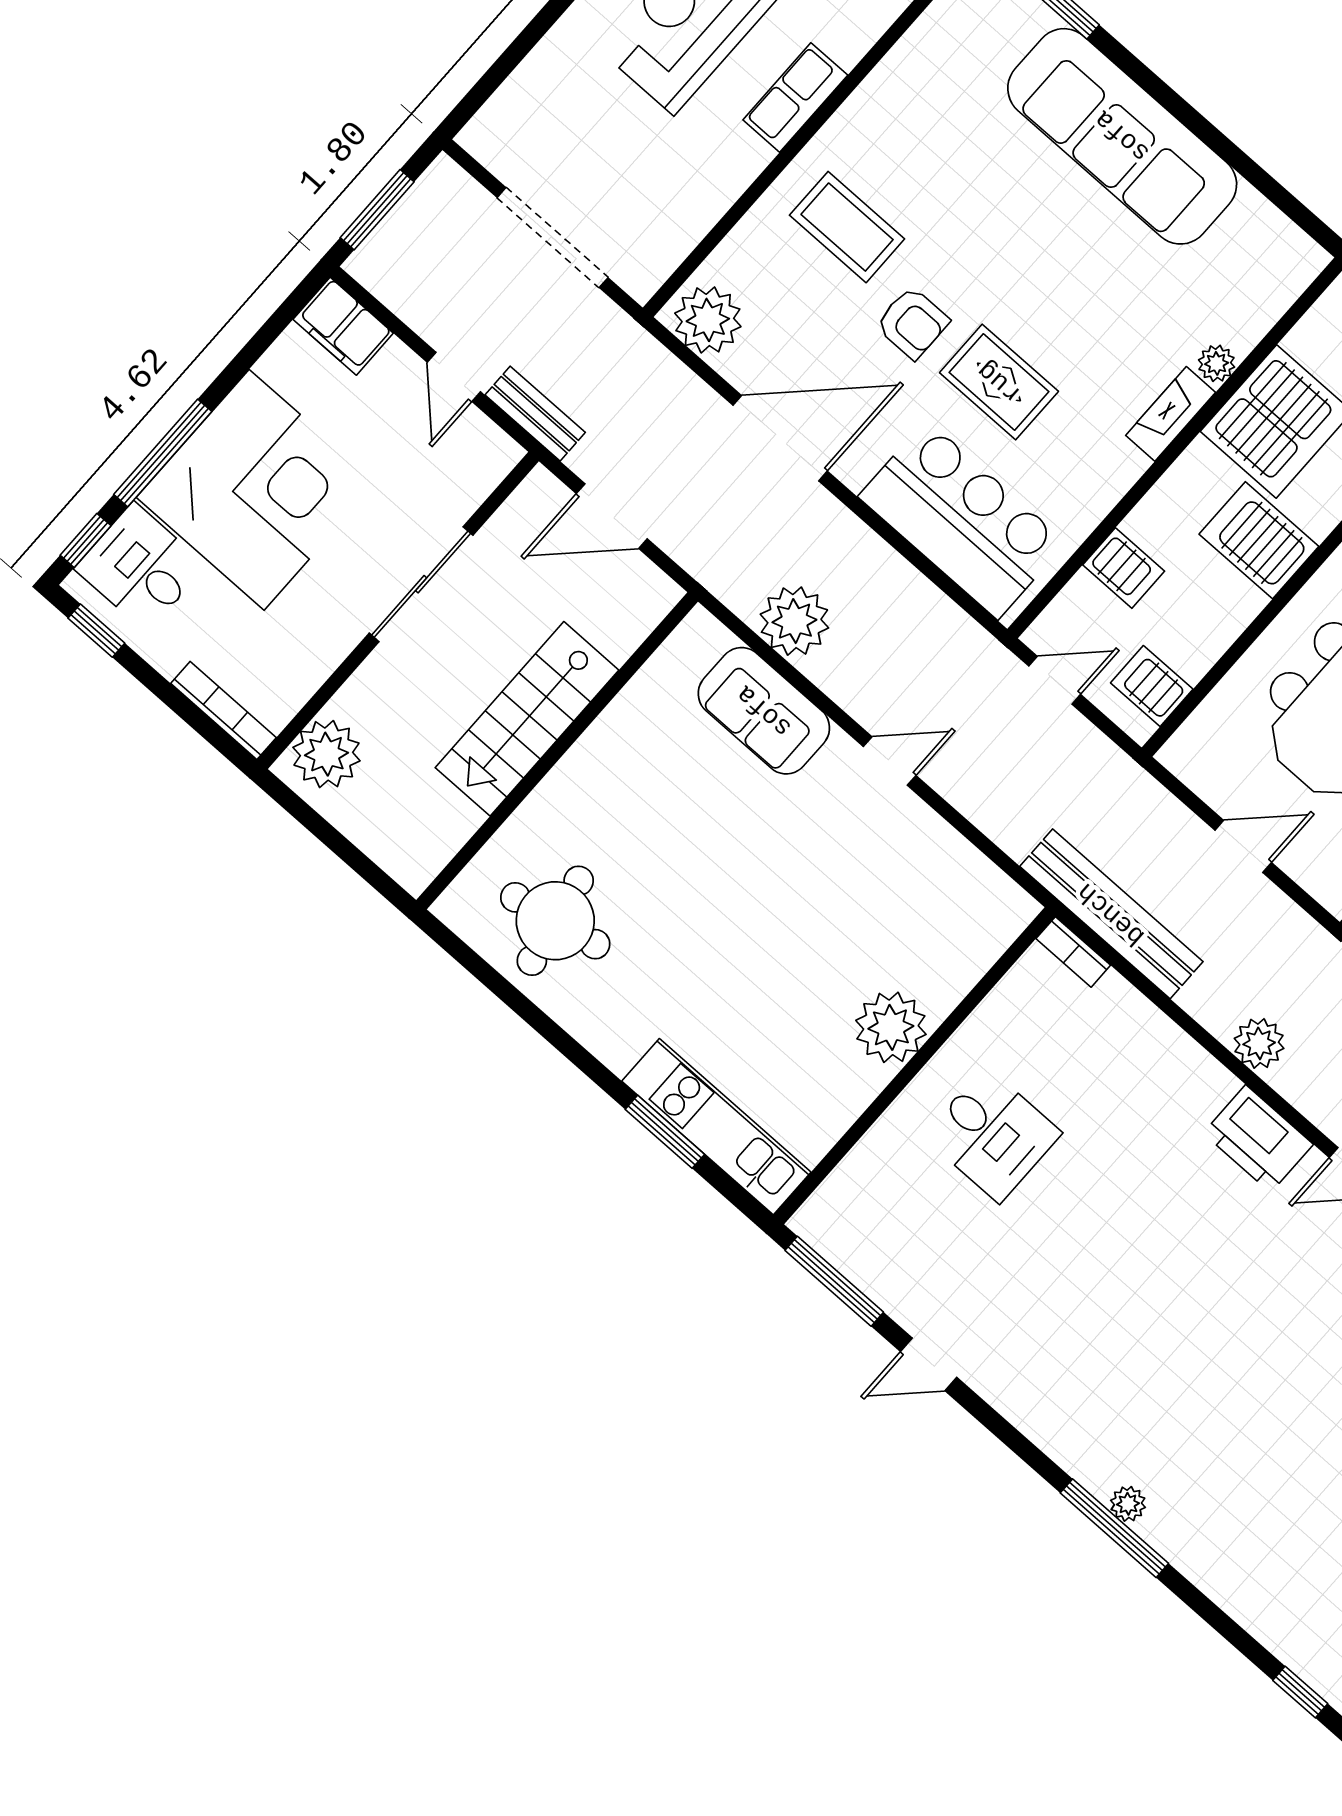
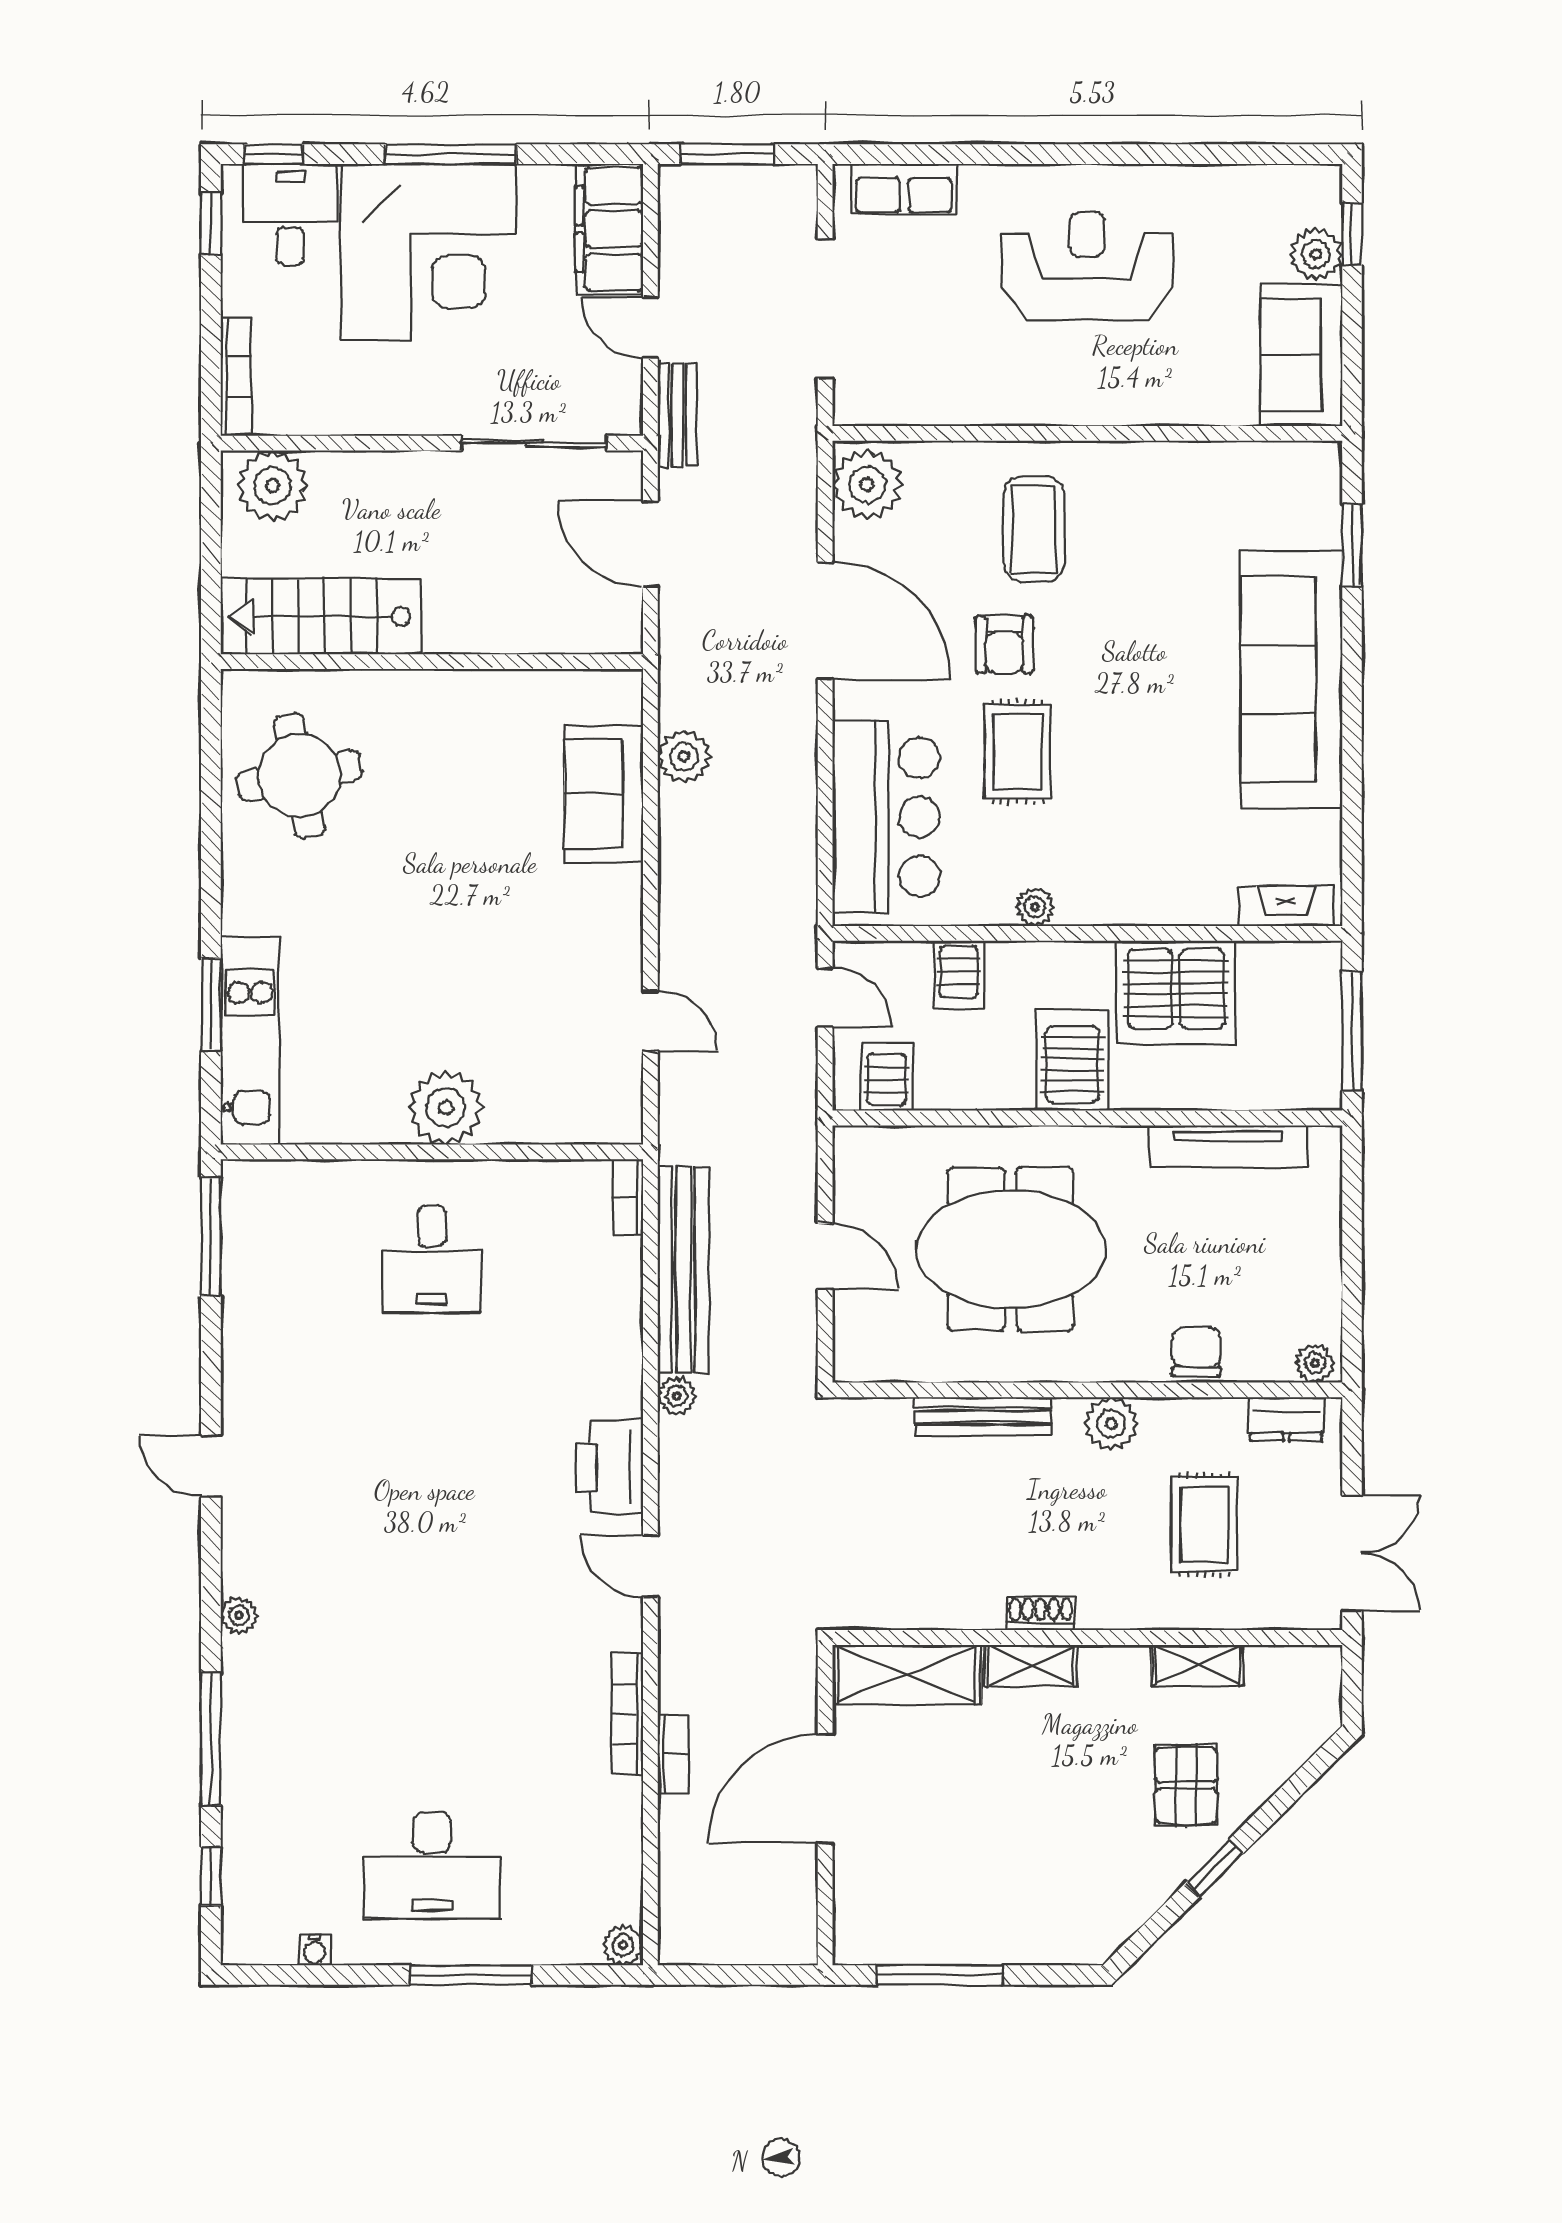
row of seats: (795, 98) -> (904, 189), moved, turned 180
filing cabinet: (343, 326) -> (609, 229), width x1.50, depth x1.17
plant: (1217, 363) -> (1035, 907), moved
door: (454, 377) -> (650, 327), hinge flipped
fireplace: (1171, 414) -> (1286, 906), moved
window: (163, 453) -> (451, 154), moved
sliding door: (421, 584) -> (534, 443), moved
plant: (794, 621) -> (684, 757), width x0.73, depth x0.73
stairs: (527, 719) -> (321, 616), moved
door: (890, 761) -> (650, 1021), moved
bench: (1111, 914) -> (683, 1270), moved
plant: (1259, 1043) -> (677, 1396), width x0.73, depth x0.73
door: (929, 1364) -> (211, 1466), moved
window: (1114, 1528) -> (211, 1739), moved

